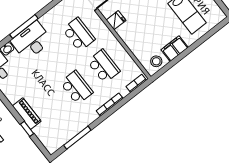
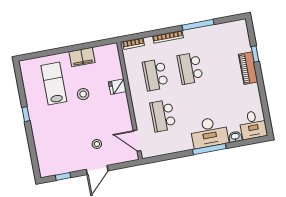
fridge: (116, 20) -> (117, 87), moved
stool: (156, 61) -> (83, 94), moved
window: (77, 138) -> (198, 25), moved

